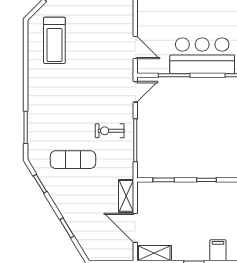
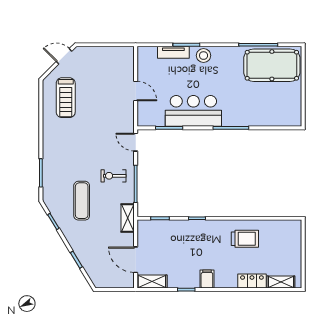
door: (135, 48) -> (136, 91), moved
door: (135, 92) -> (136, 142), swing flipped
exercise mat: (73, 160) -> (82, 201), turned 90
shelving: (126, 196) -> (128, 218), moved

